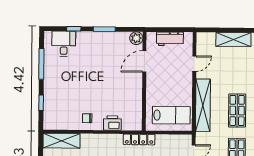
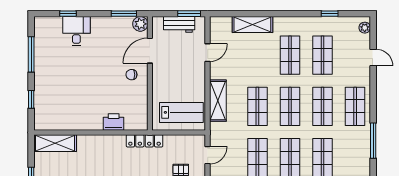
window: (104, 29) -> (124, 14), moved
window: (179, 30) -> (189, 14), added
desk: (64, 44) -> (76, 31), moved
shelving: (203, 105) -> (218, 101), width x0.68
chair: (87, 118) -> (131, 75), moved

